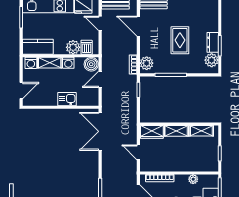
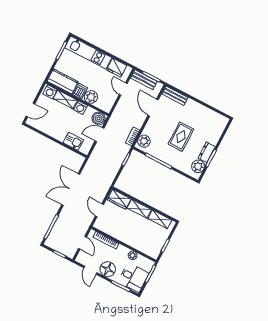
dishwasher: (87, 47) -> (80, 91), moved
kitchen sink: (67, 99) -> (73, 141), moved
double door: (100, 131) -> (71, 190), moved

